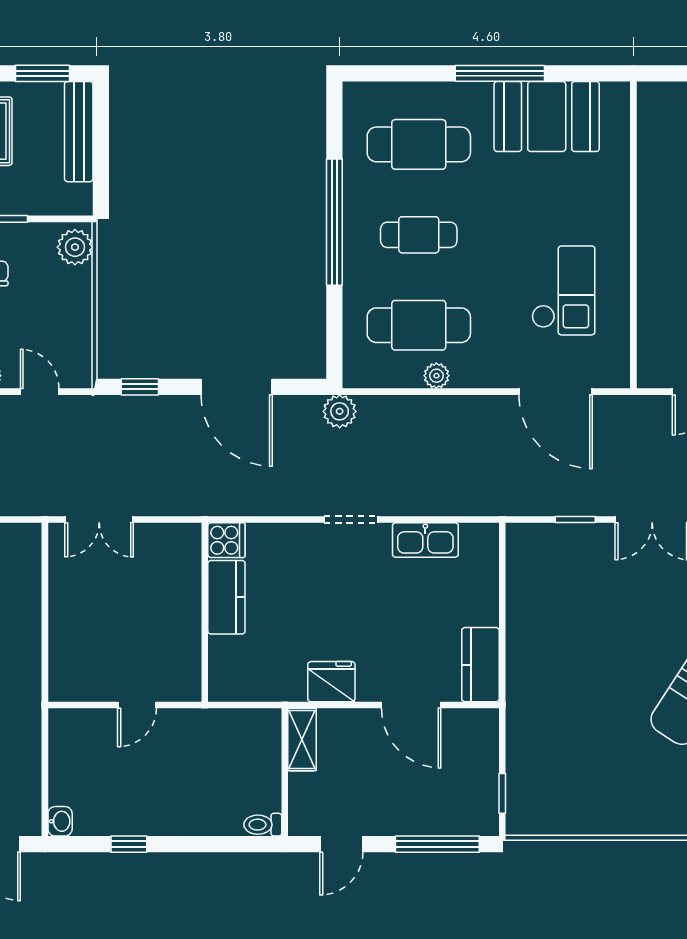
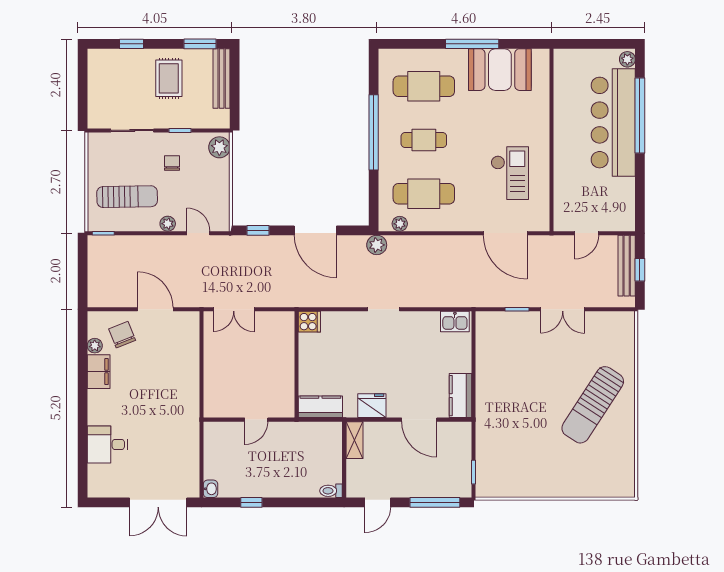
plant: (436, 376) -> (400, 224), moved
kitchen sink: (425, 540) -> (455, 322), moved, width x0.73
kitchen counter: (226, 597) -> (320, 407), moved, turned -90

